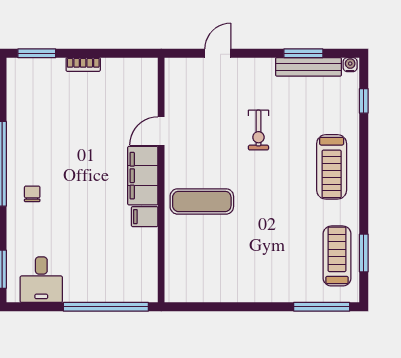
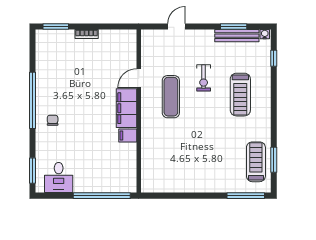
treadmill: (332, 167) -> (240, 95), moved
exercise mat: (202, 201) -> (171, 97), moved, turned 90

